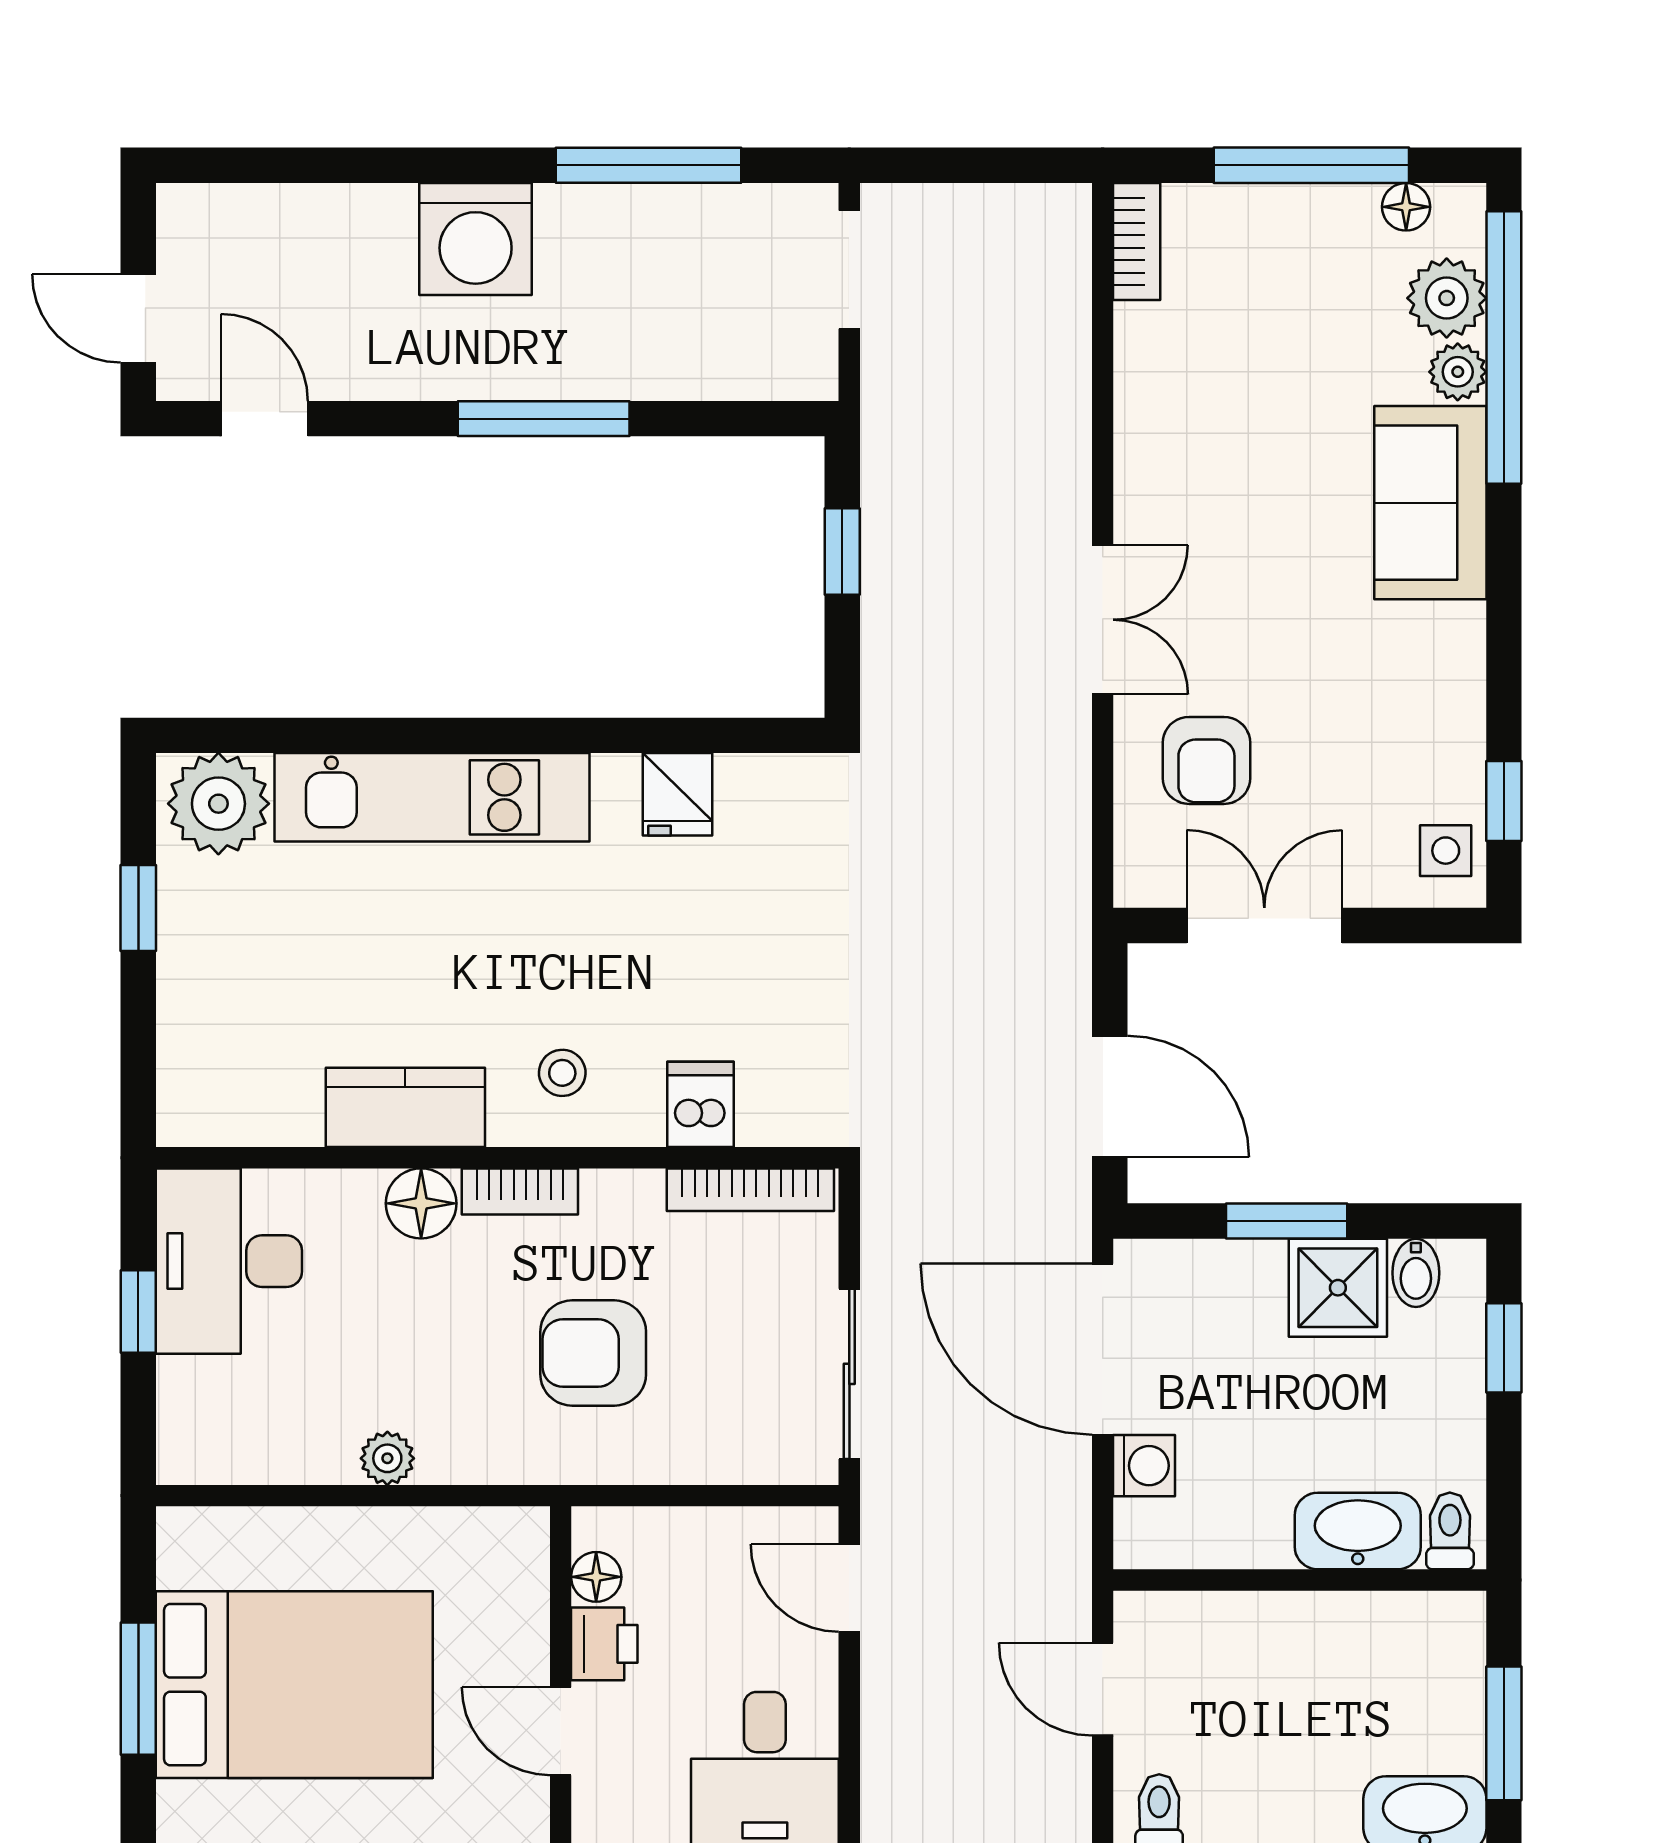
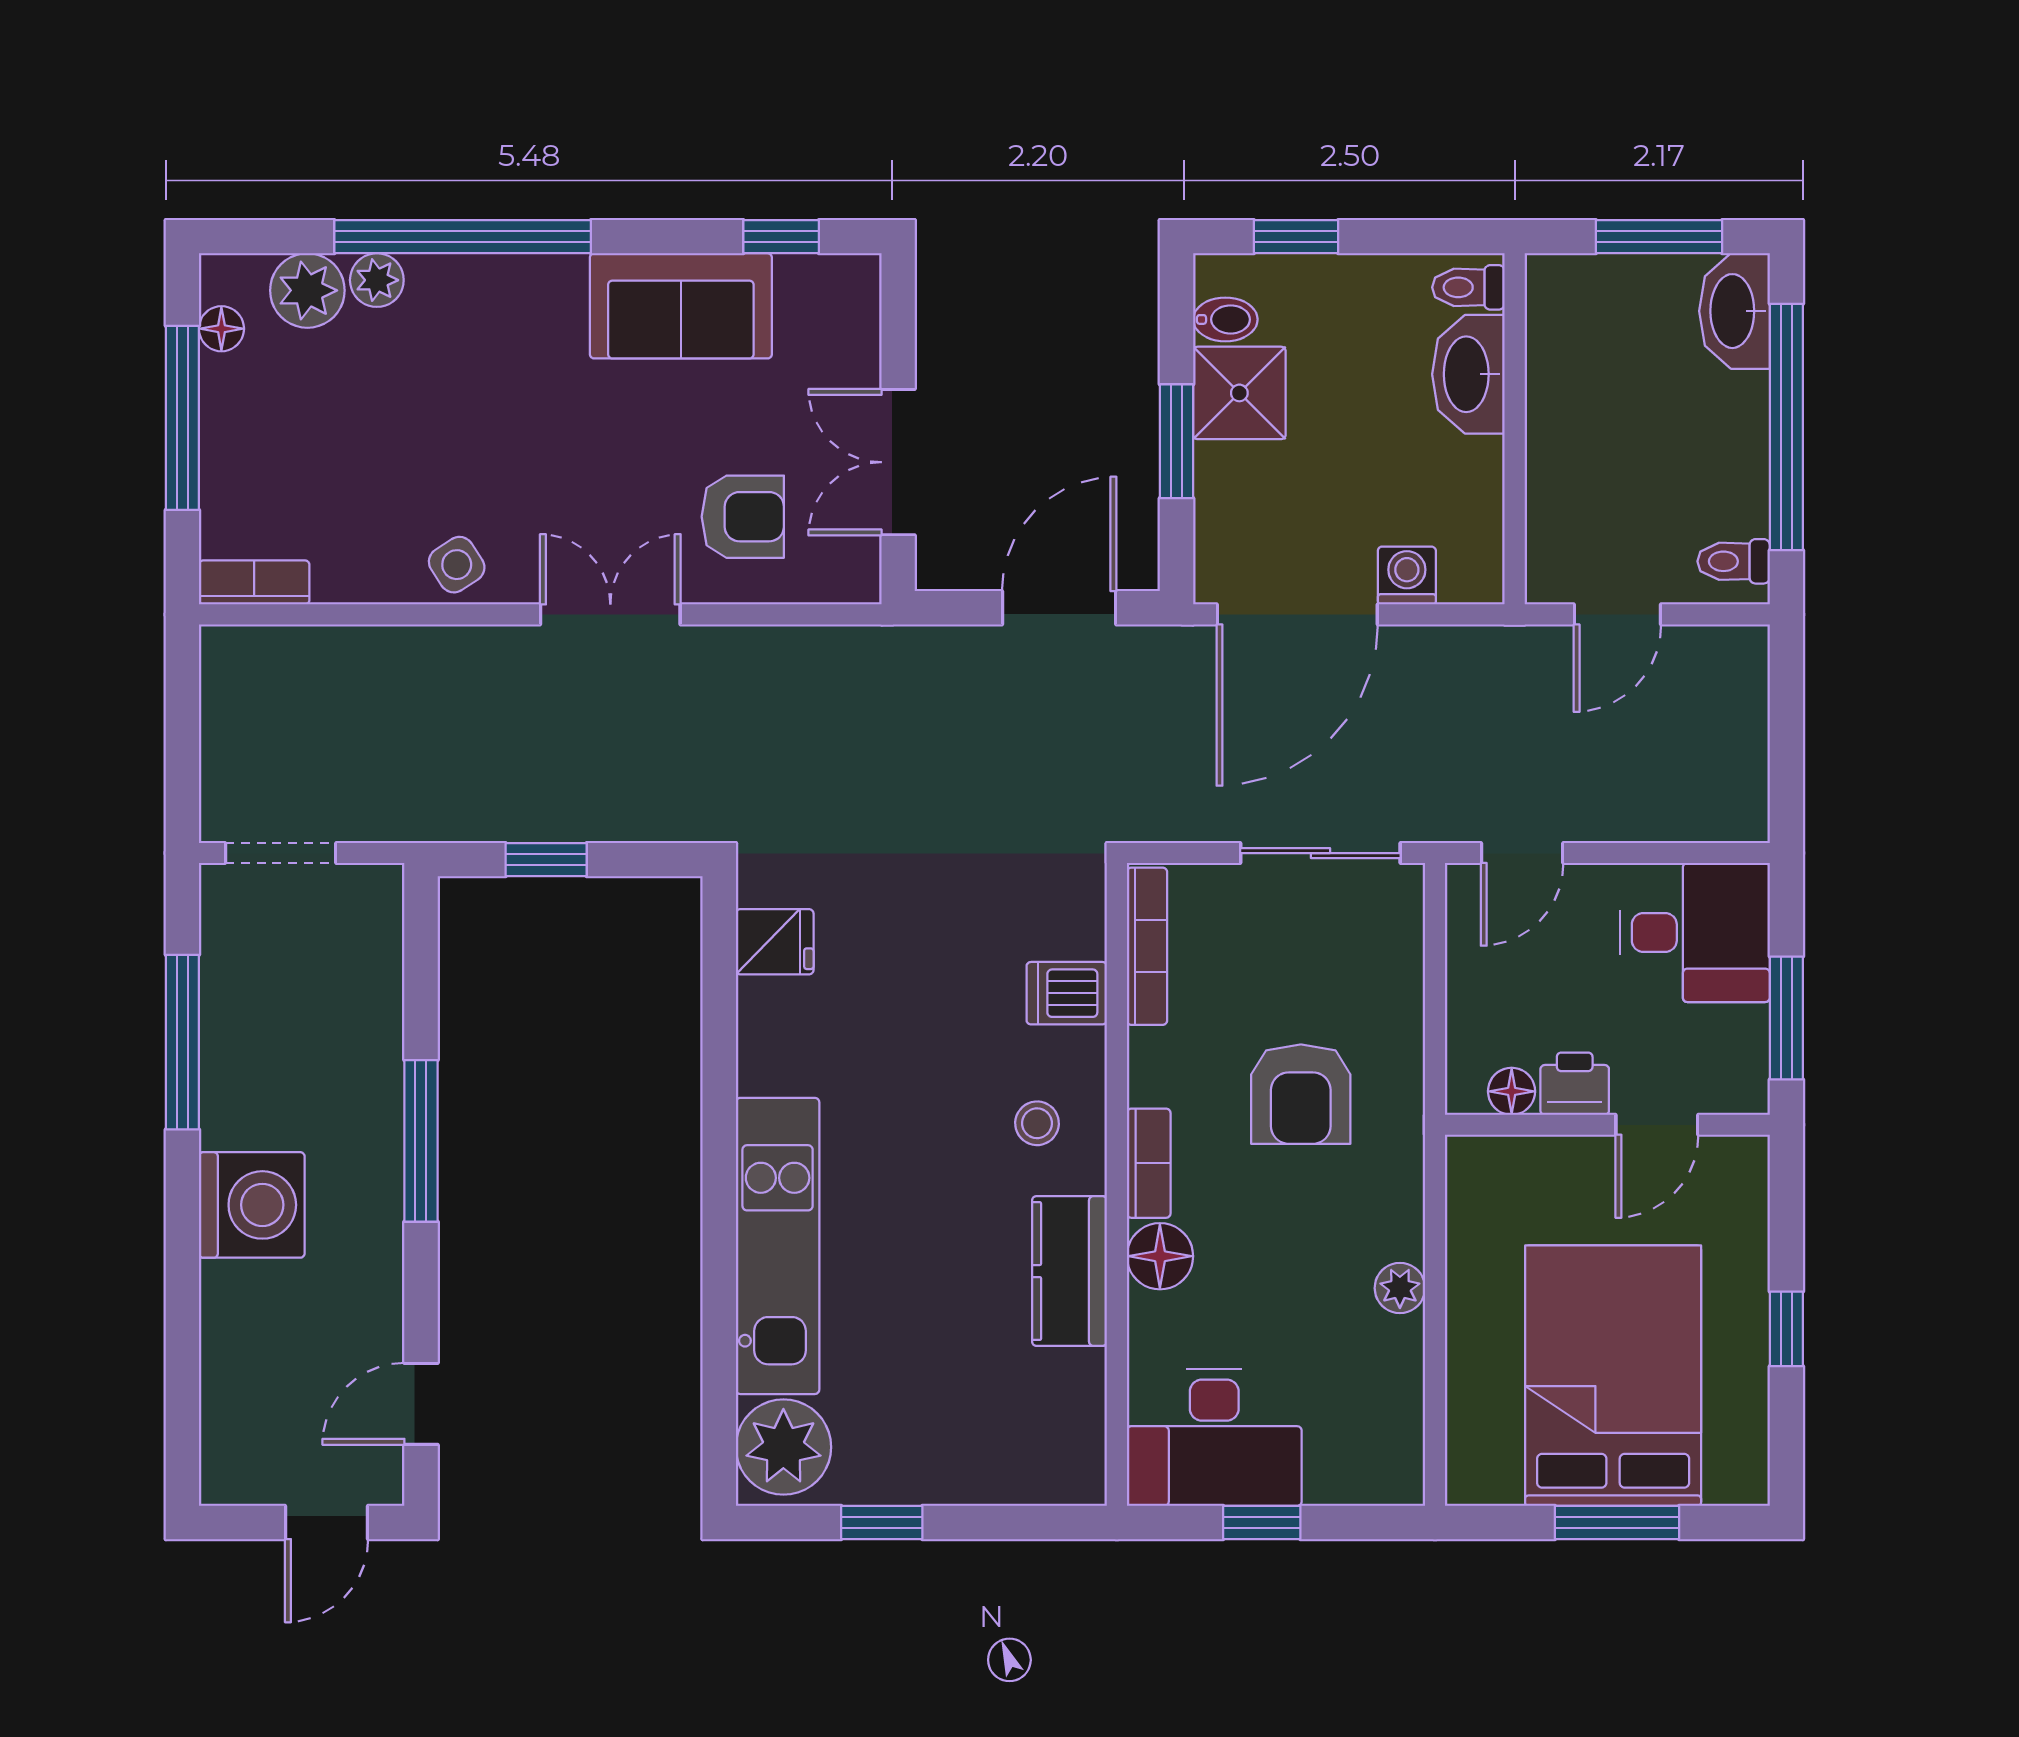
window: (1504, 347) -> (463, 237), moved
sofa: (1430, 503) -> (681, 306), moved
fridge: (678, 794) -> (775, 942), moved
side table: (1446, 851) -> (457, 565), moved, turned -33

